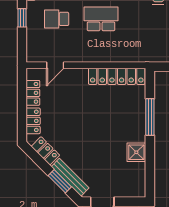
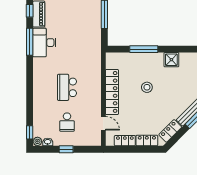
locker: (117, 76) -> (112, 92), moved
stool: (101, 121) -> (147, 87), added

